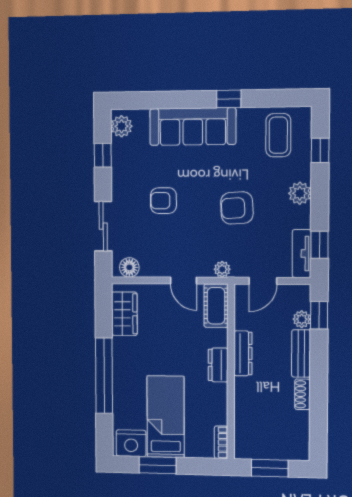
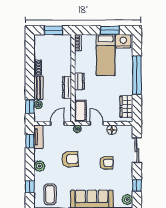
floor lamp: (129, 267) -> (112, 130), moved

